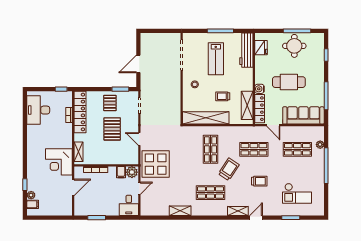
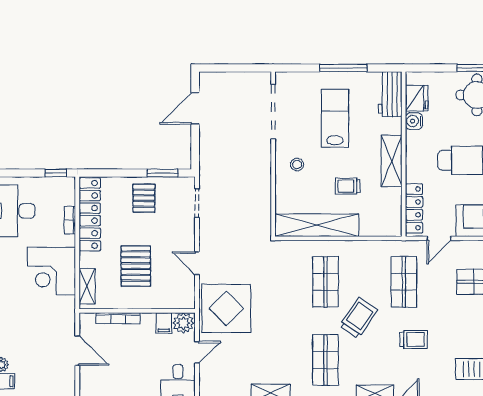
workbench: (246, 50) -> (390, 94), width x0.73
lab bench: (216, 59) -> (335, 118), turned 180
door: (138, 64) -> (195, 108), moved
water cooler: (259, 89) -> (414, 121), moved
shelving: (247, 105) -> (392, 161), moved
door: (273, 125) -> (439, 238), hinge flipped
pallet: (112, 129) -> (136, 266), moved
shop shelf: (254, 149) -> (404, 282), turned 90
corner desk: (59, 162) -> (51, 271), moved
door: (73, 187) -> (77, 351), hinge flipped
shop shelf: (210, 193) -> (325, 360), turned 90

